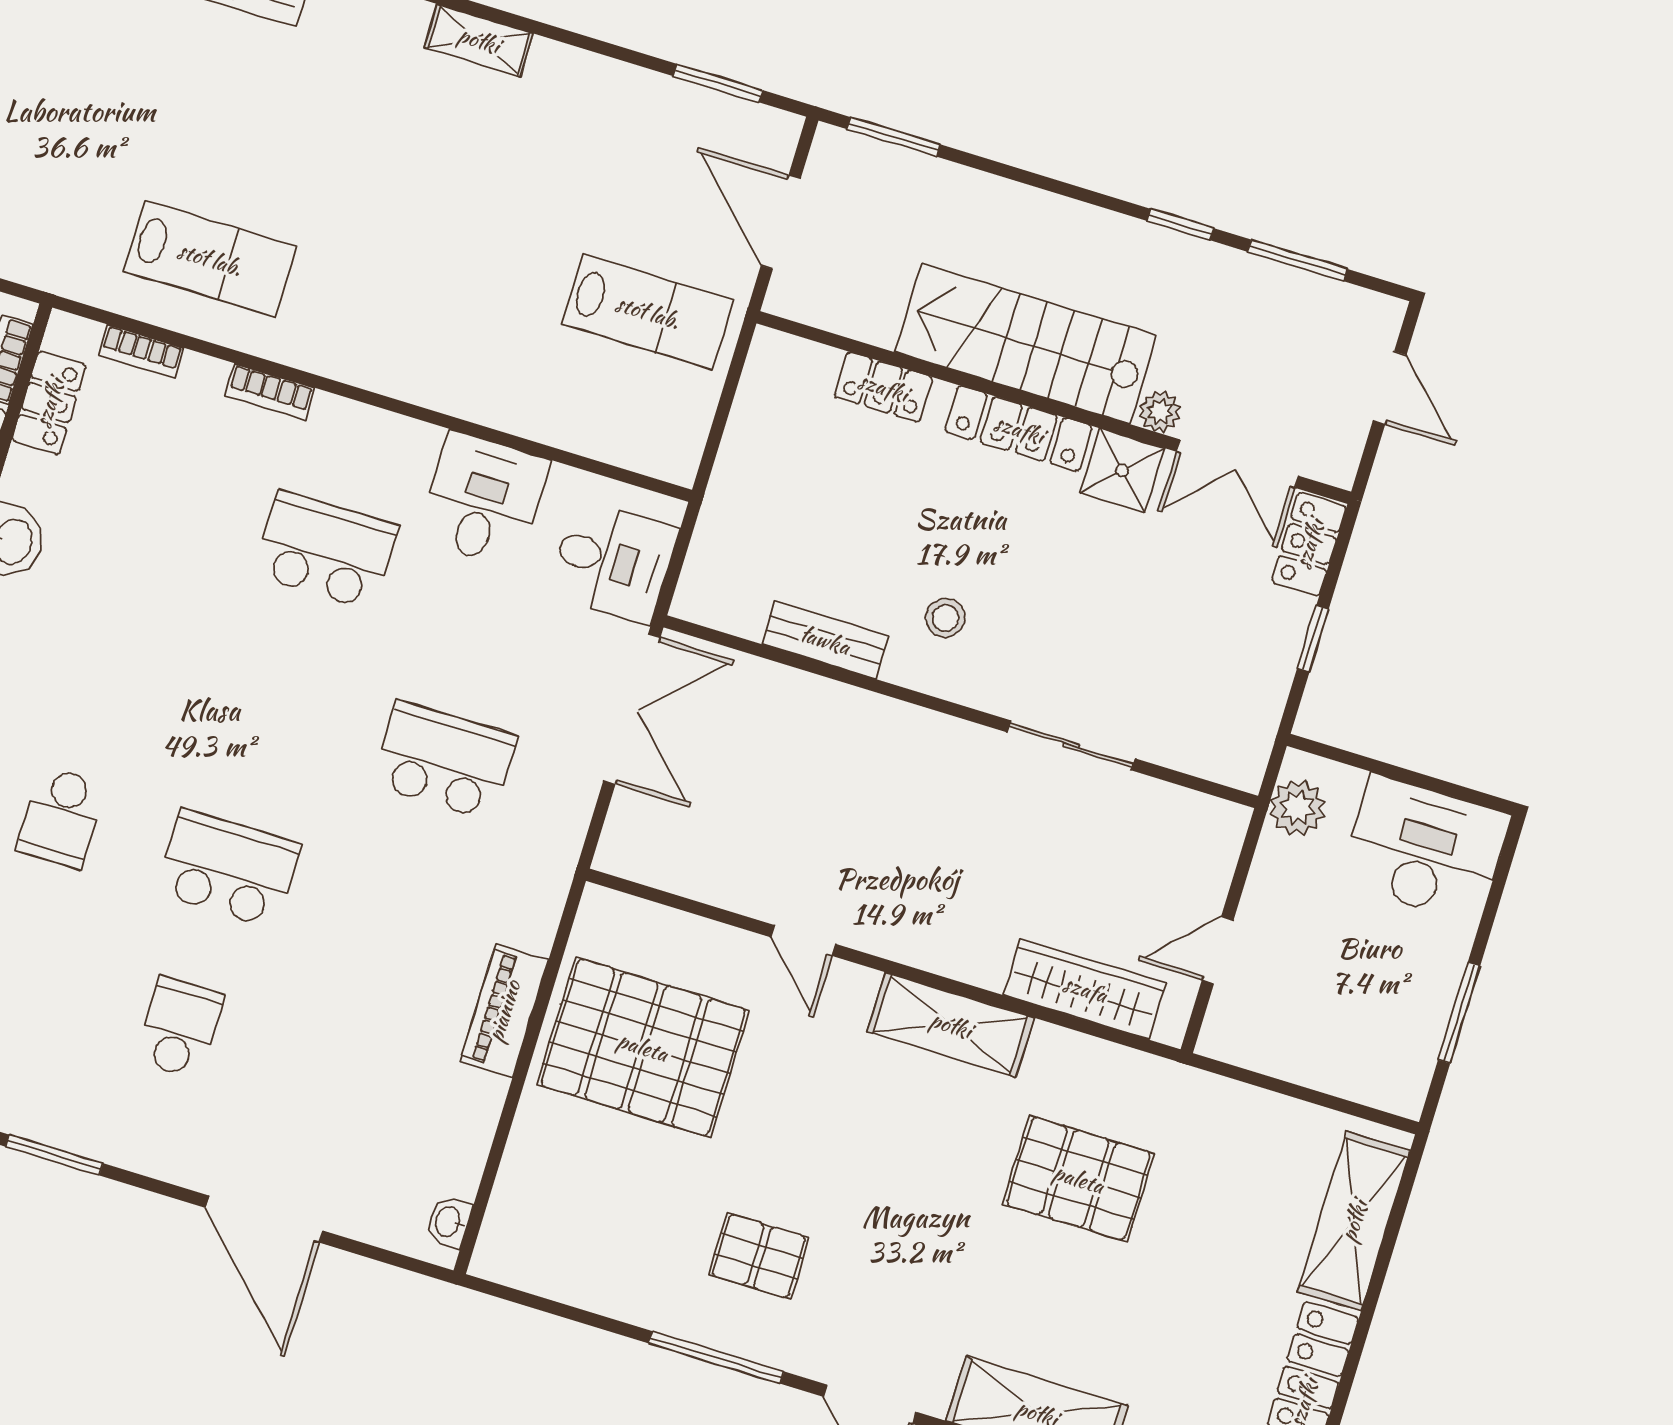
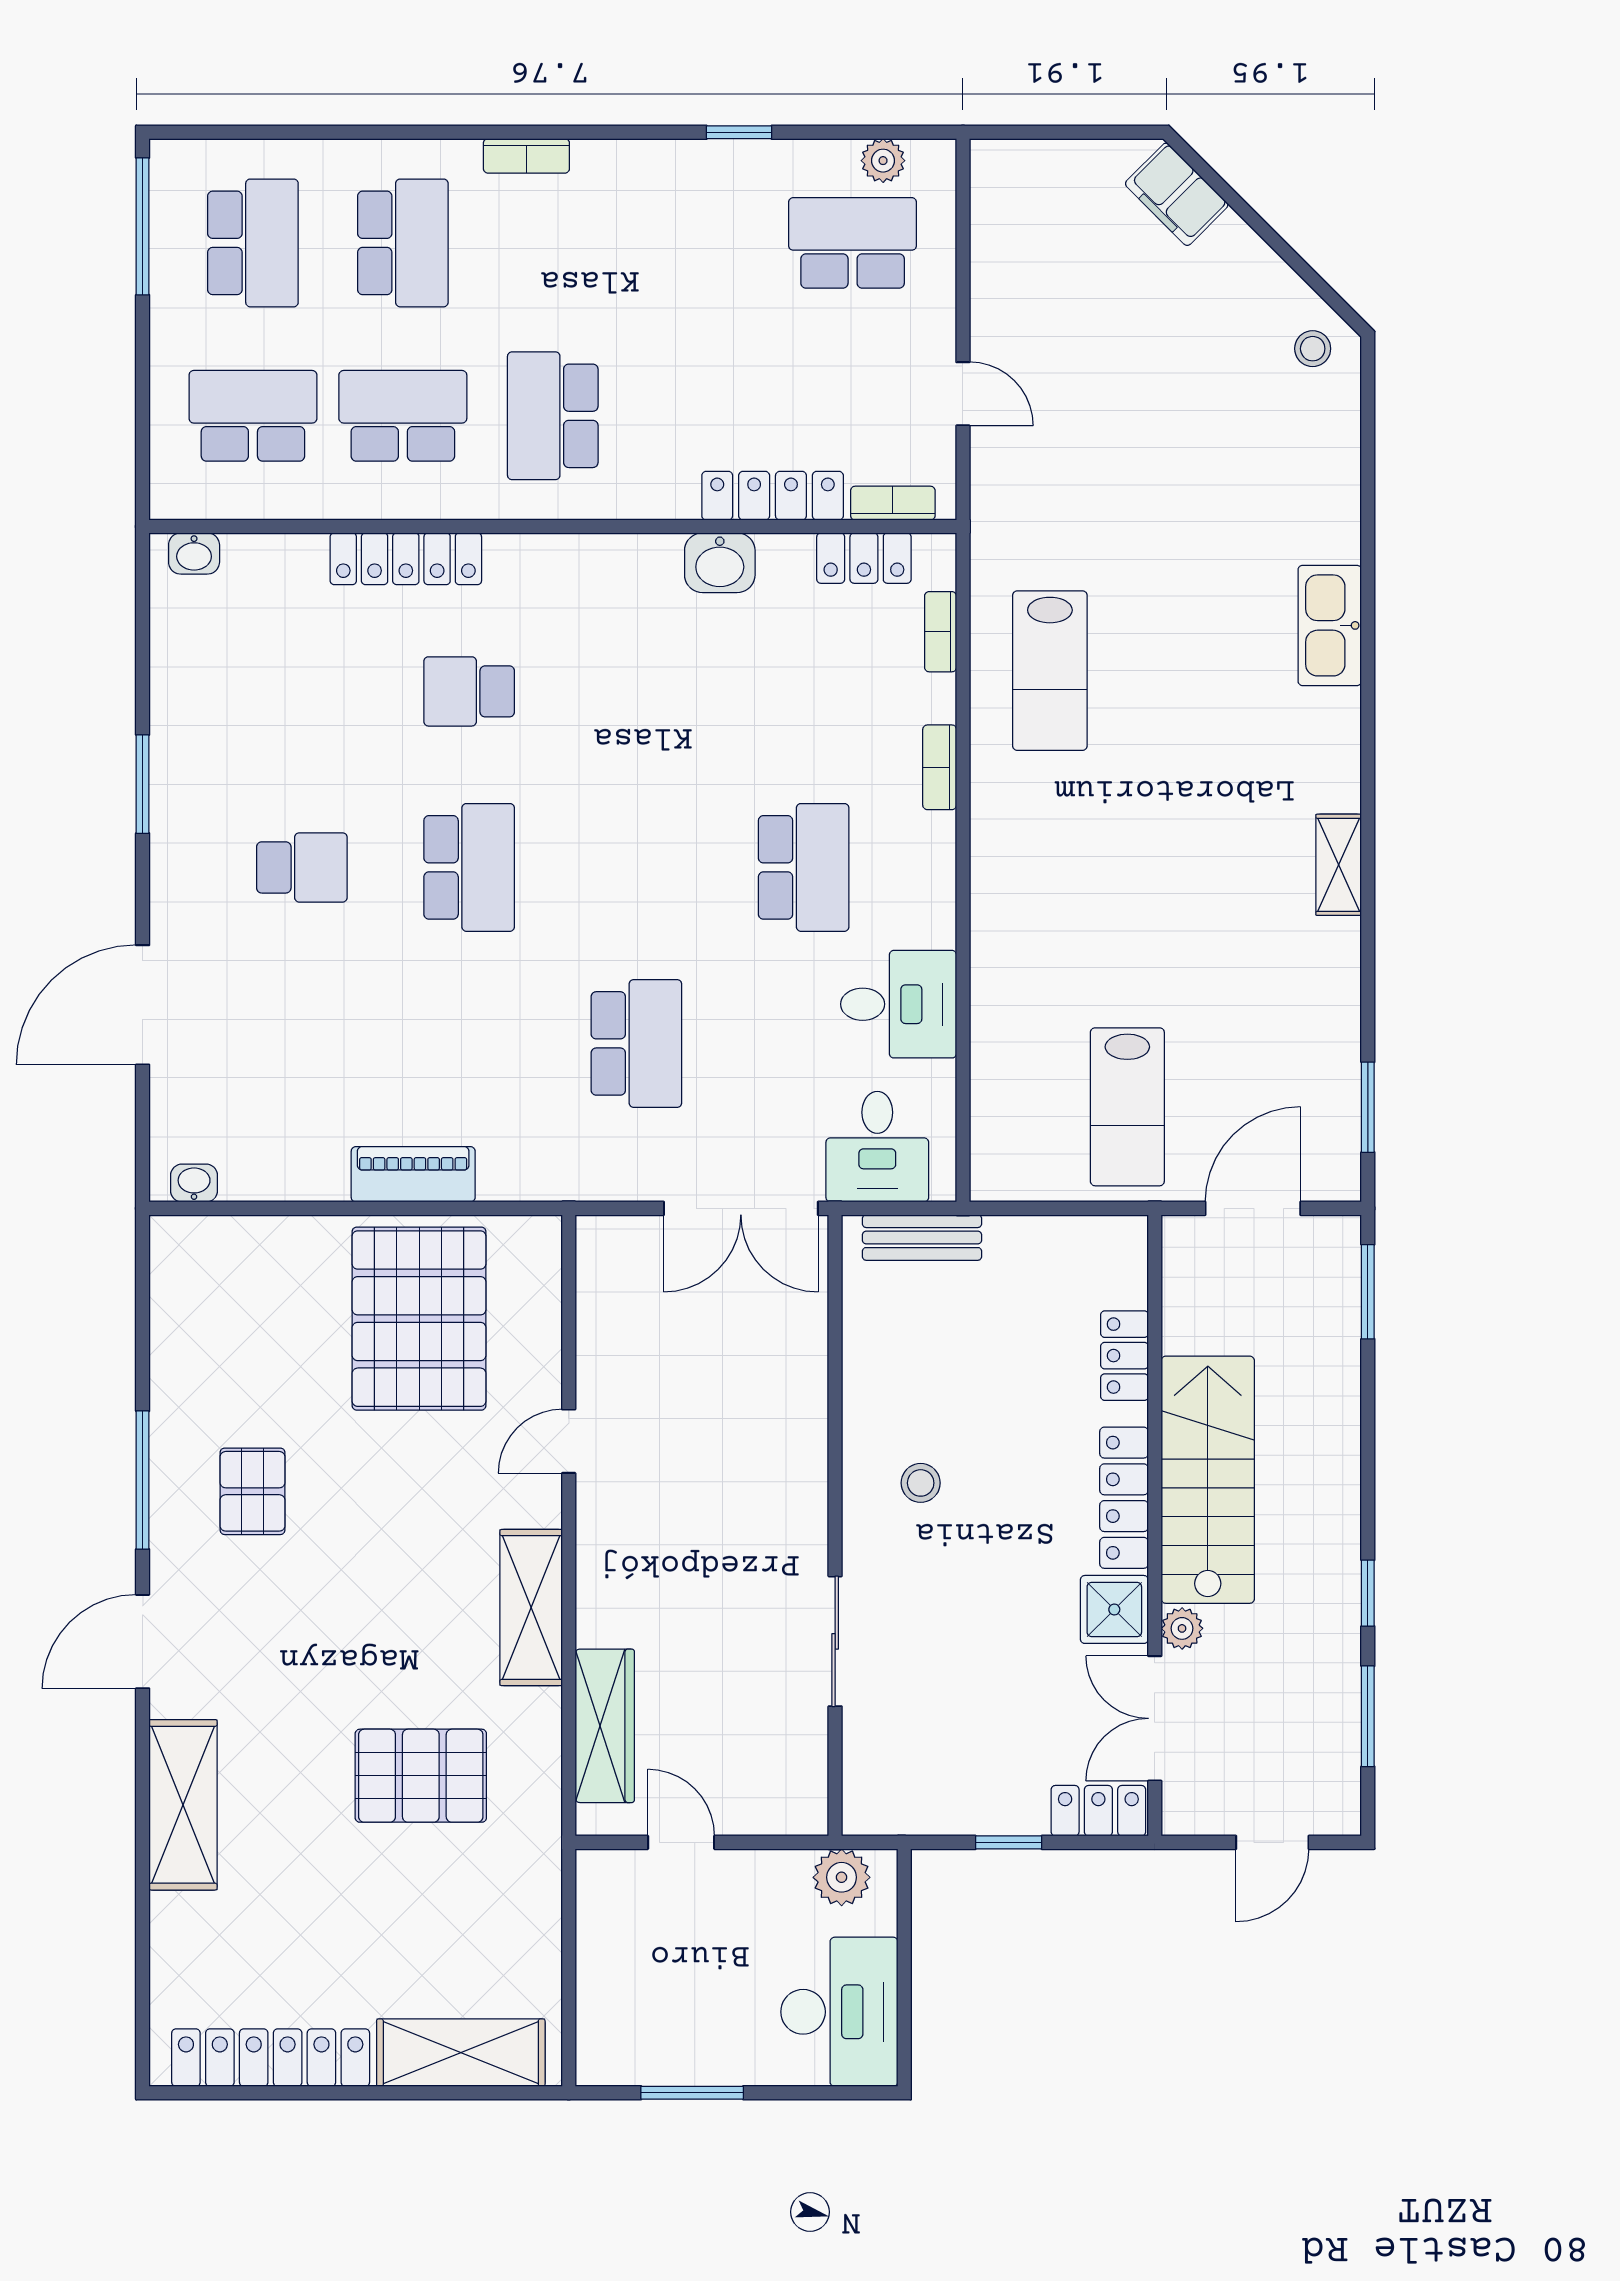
bench: (825, 640) -> (922, 1238), moved, turned 90
pallet: (1079, 1179) -> (421, 1776), turned 90

